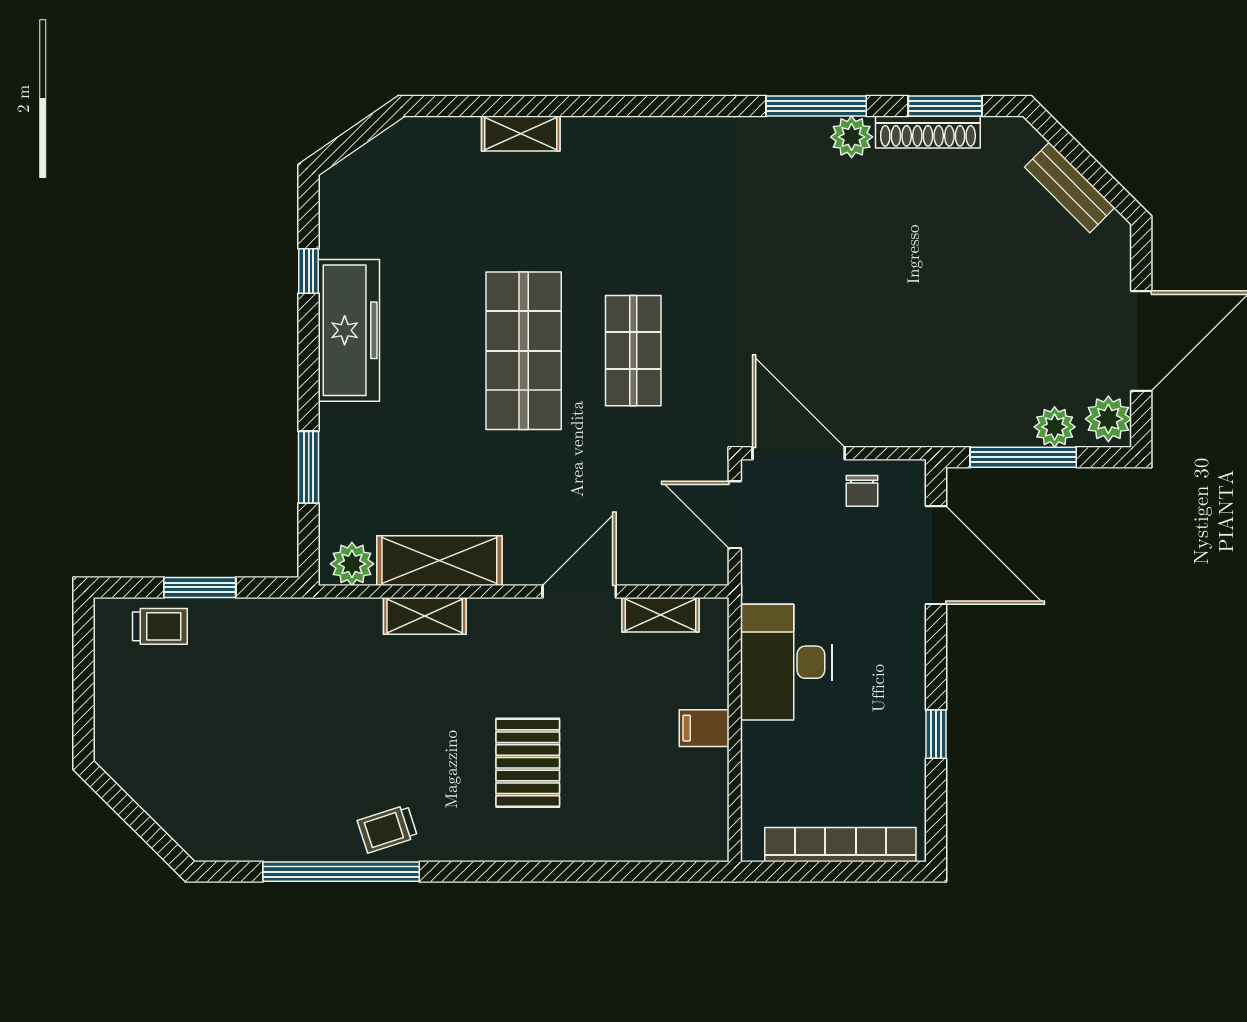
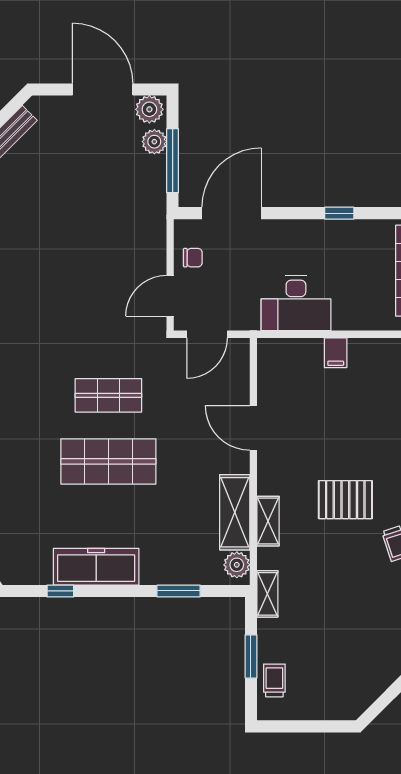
door: (799, 453) -> (170, 296), width x0.73
shelving: (661, 615) -> (267, 594), moved
pallet: (528, 763) -> (345, 500), moved

